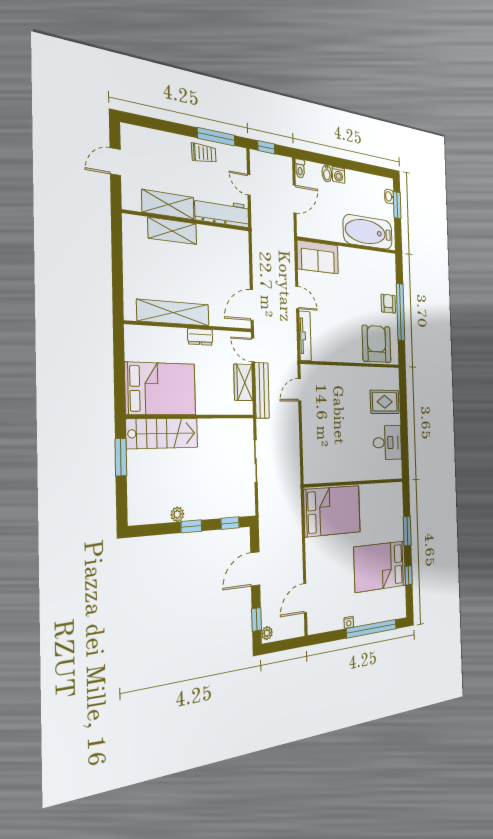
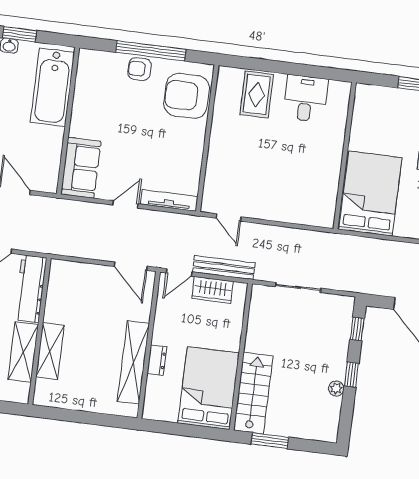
dresser: (200, 337) -> (157, 360), moved

